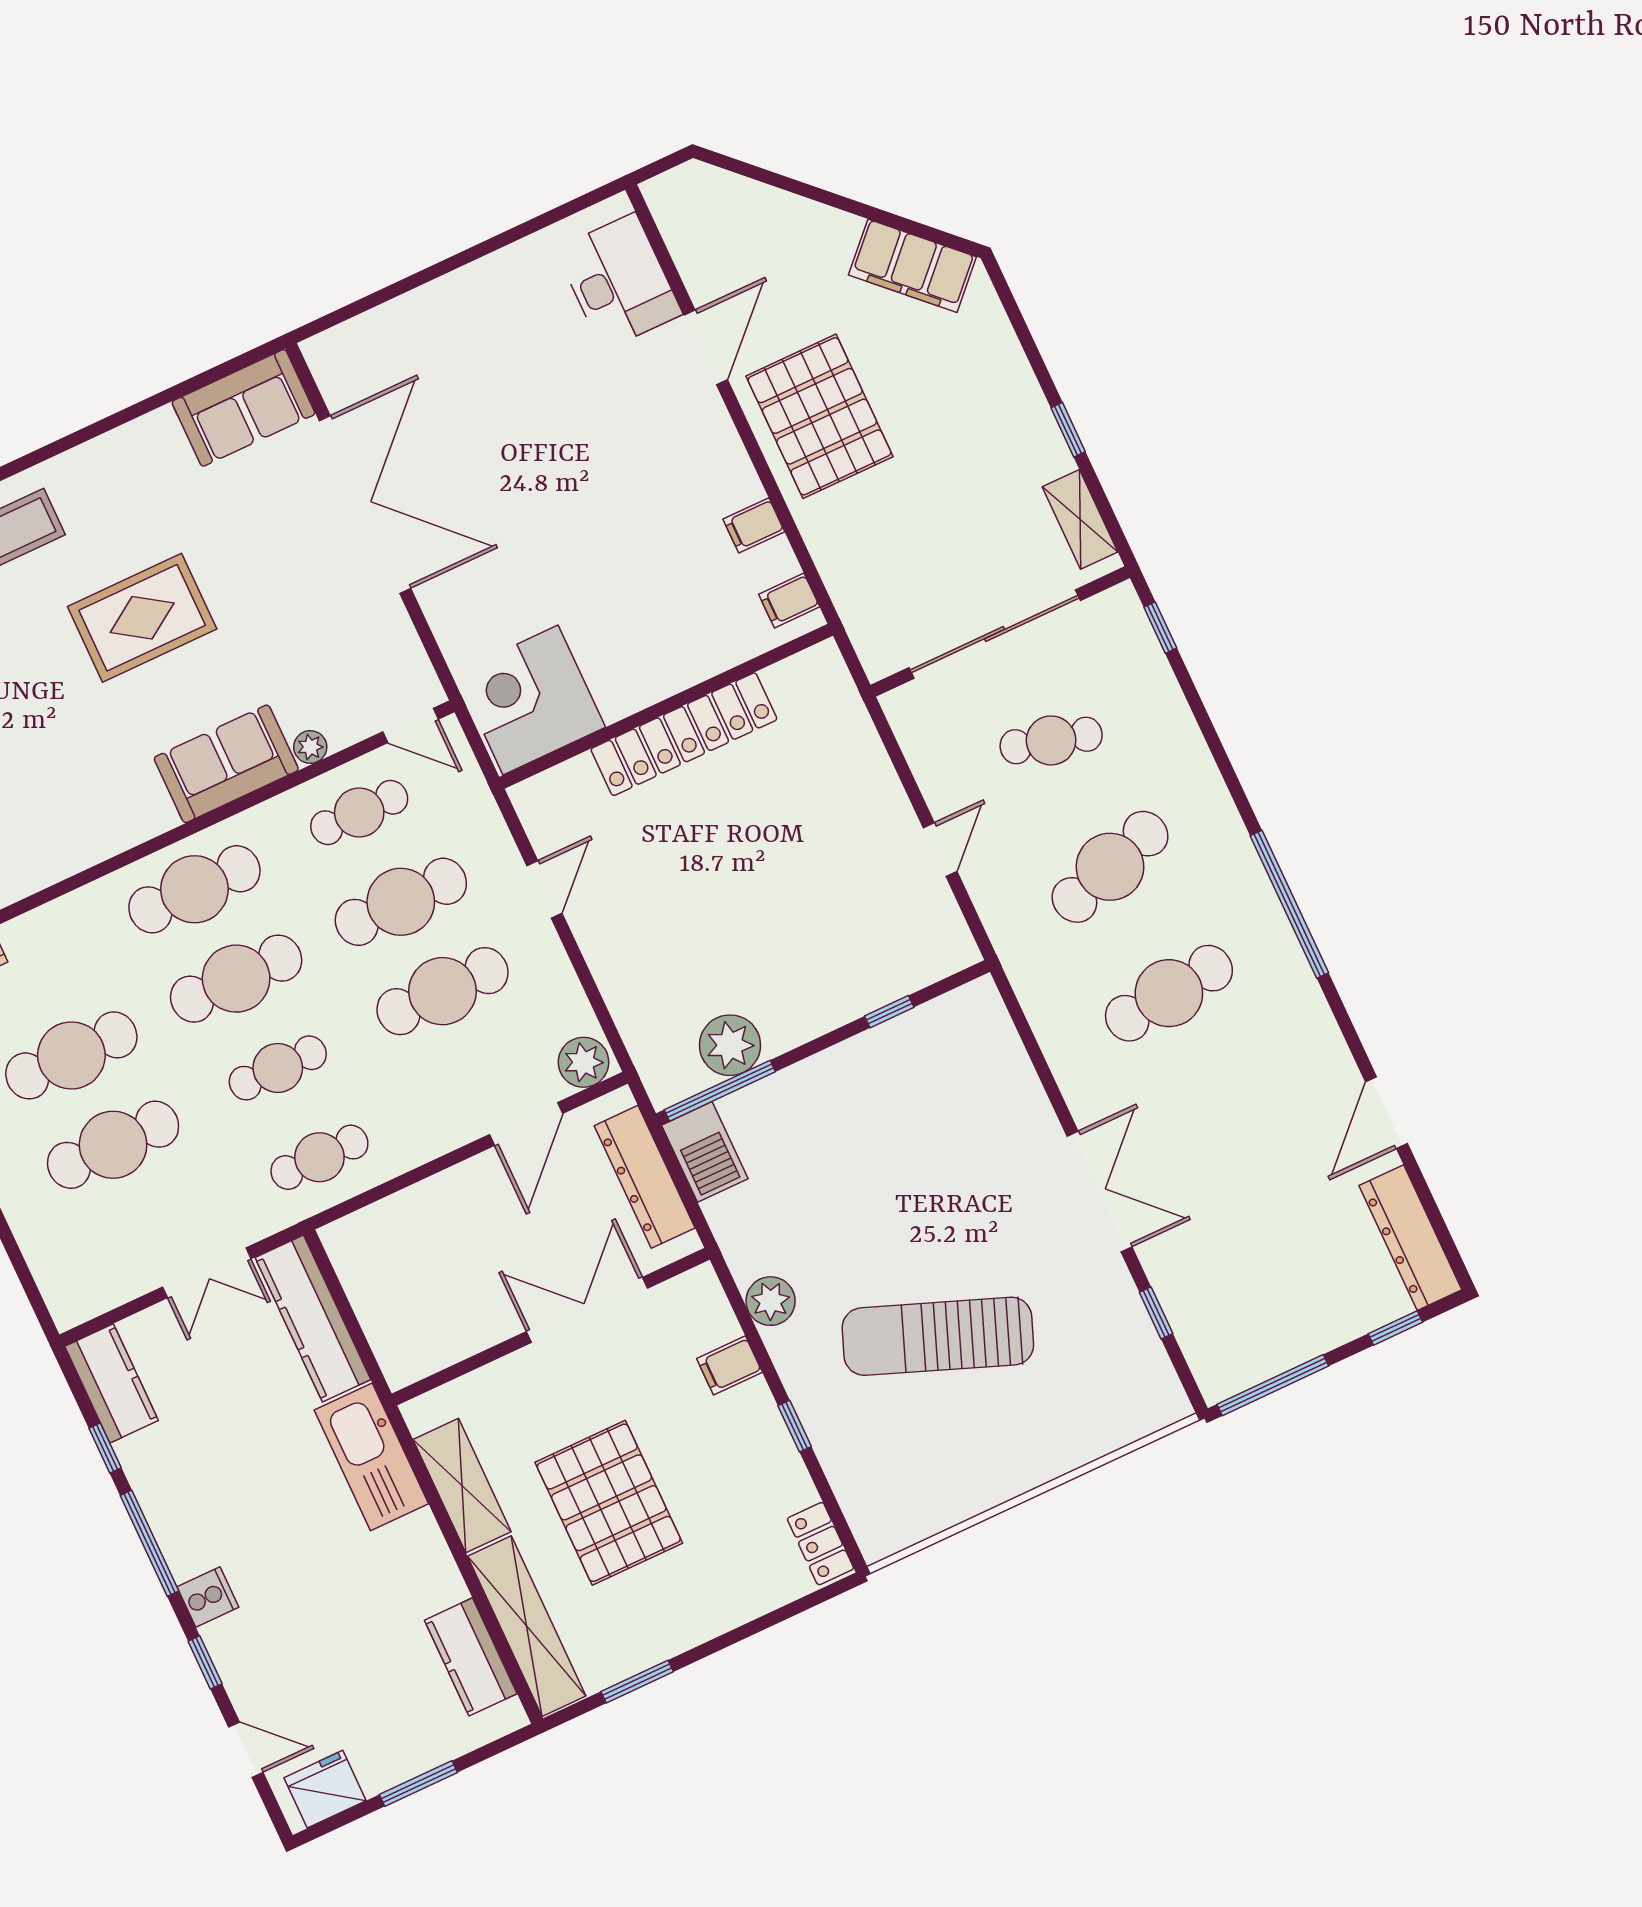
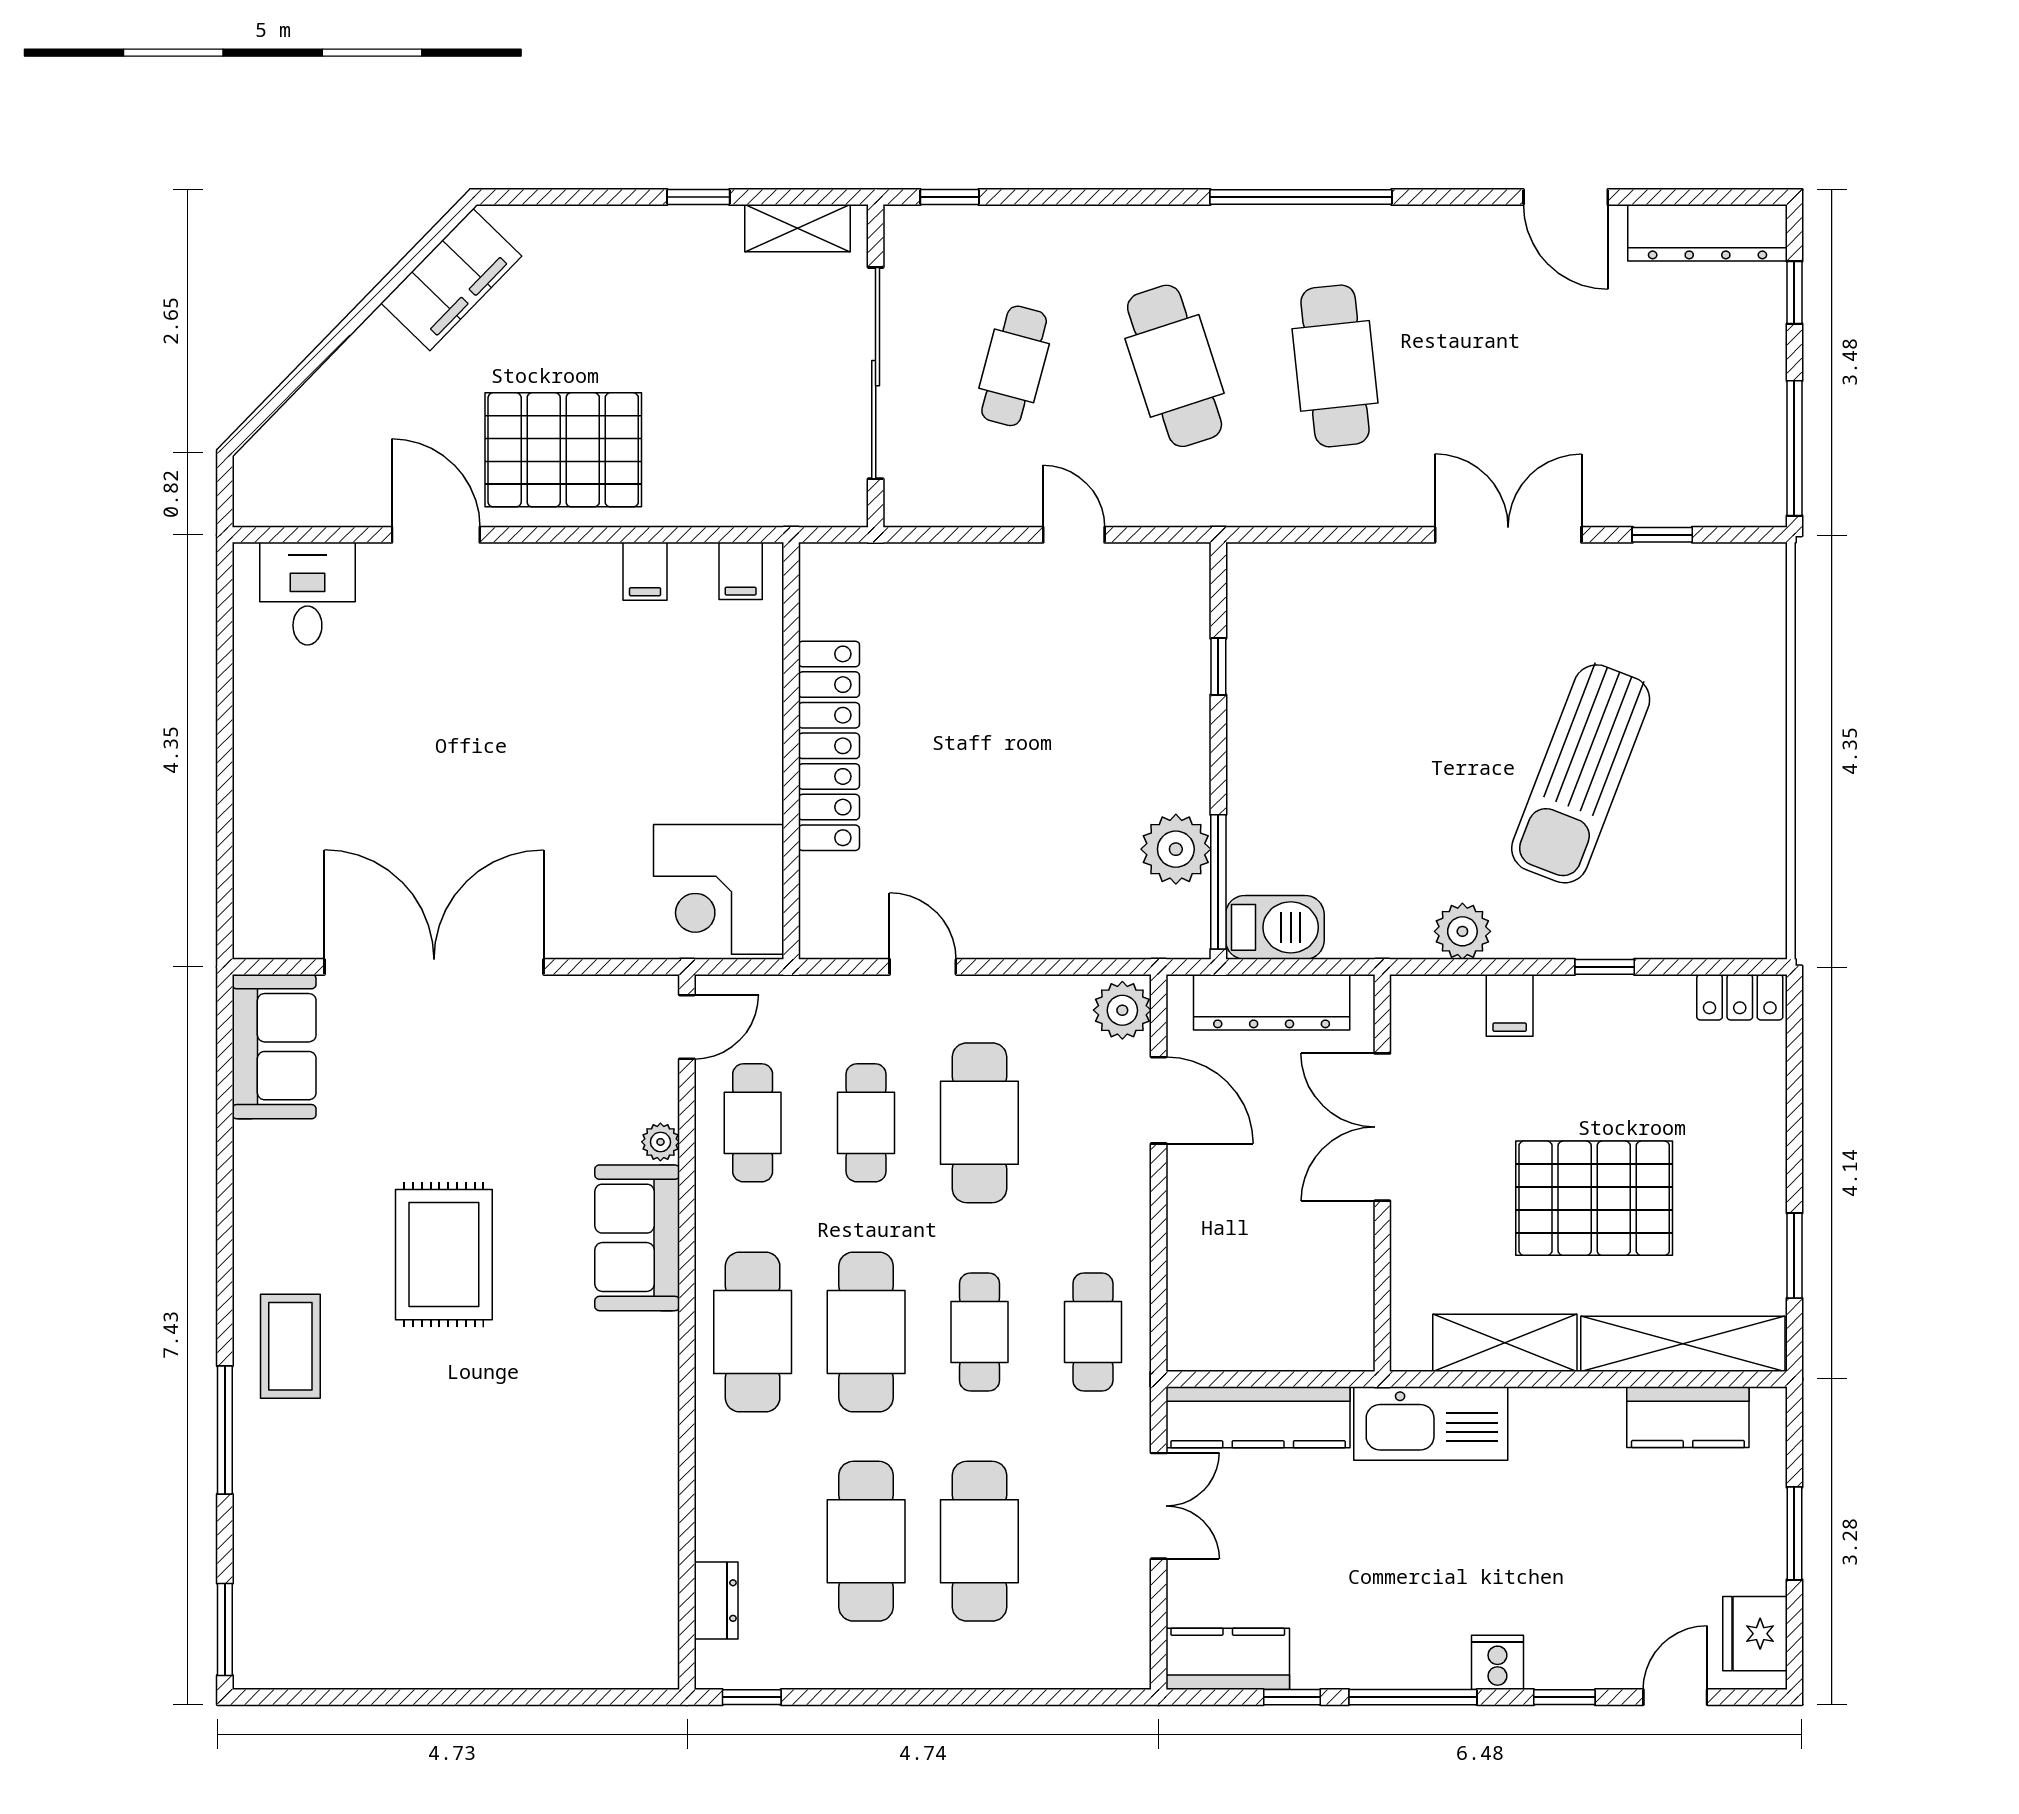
desk: (619, 282) -> (307, 594), width x0.73
cafe table: (401, 902) -> (866, 1123), width x0.73, depth x0.74

